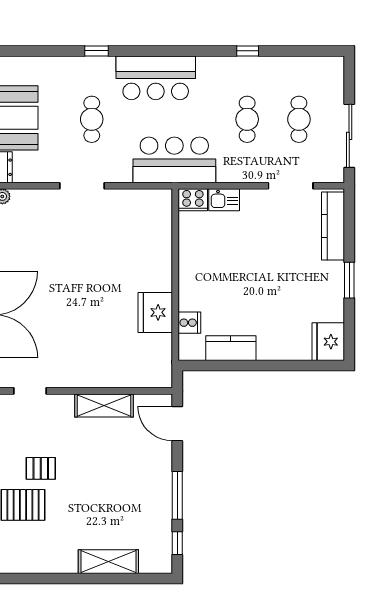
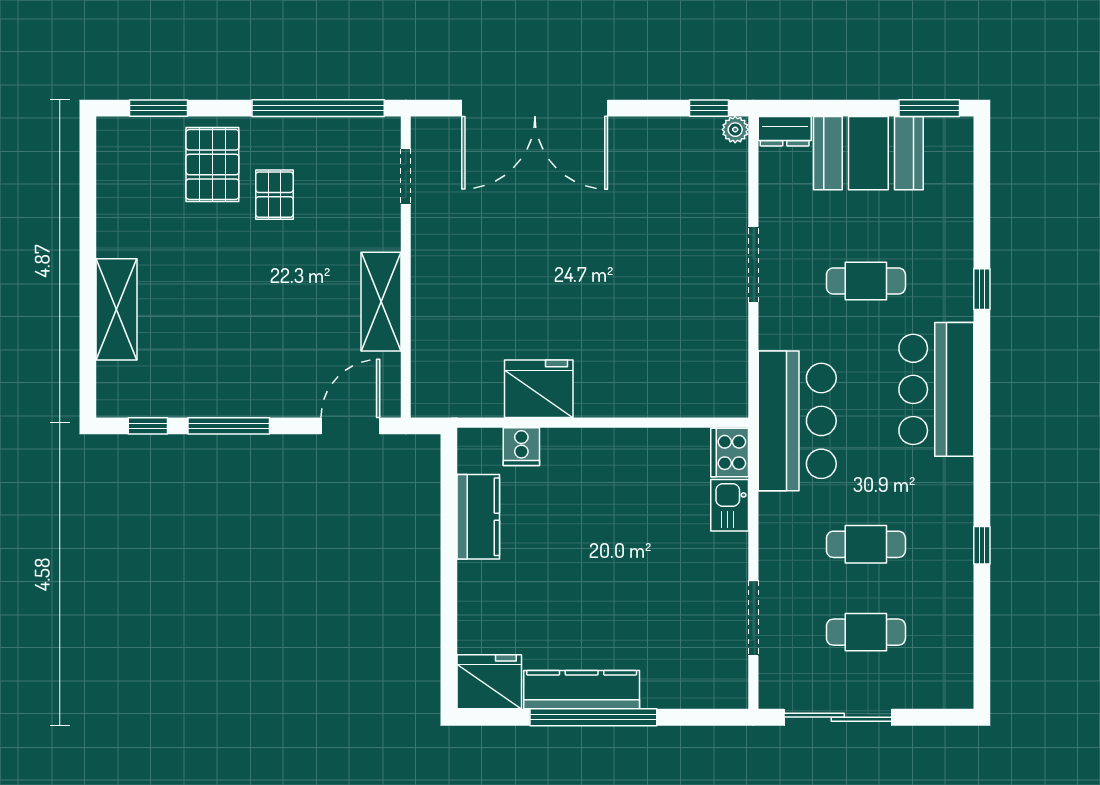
kitchen counter: (333, 226) -> (582, 690), moved
window: (349, 280) -> (593, 717), width x2.11

